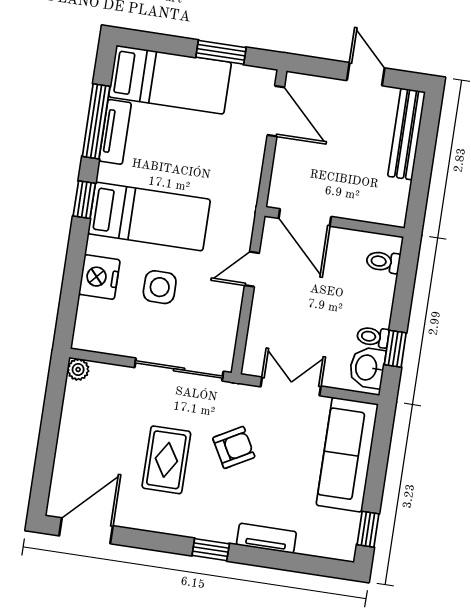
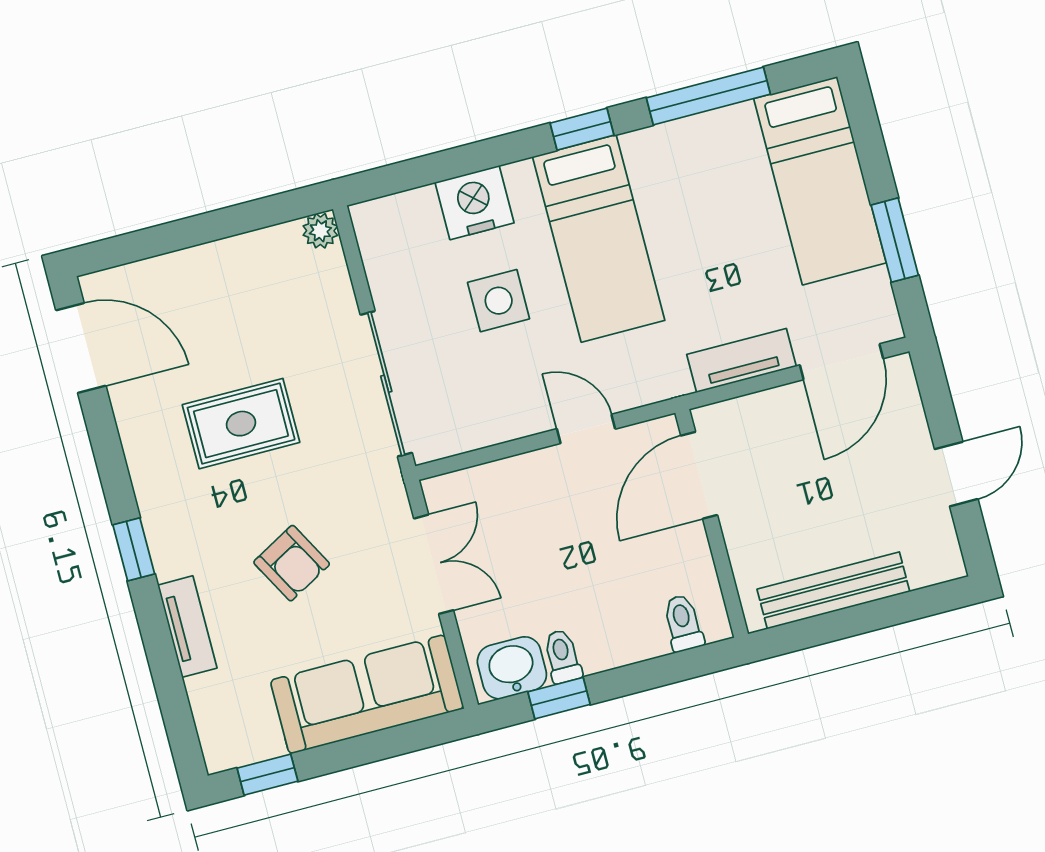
tv unit: (115, 132) -> (741, 360), moved, turned 180
bench: (407, 134) -> (833, 590), moved
armchair: (234, 447) -> (292, 563), moved

